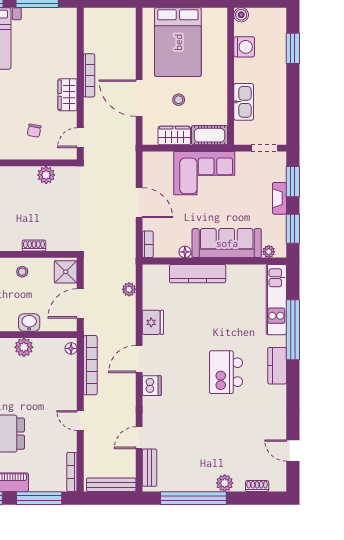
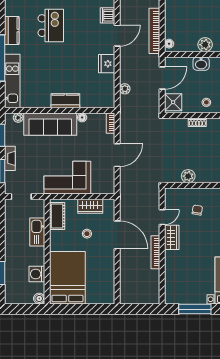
bed: (178, 42) -> (67, 278), moved
cot: (210, 135) -> (57, 216), moved, turned 90
door: (80, 138) -> (162, 217), moved
door: (139, 203) -> (117, 155), swing flipped
kitchen counter: (198, 274) -> (65, 101), width x0.67

